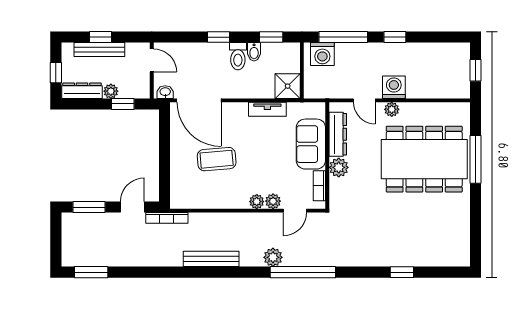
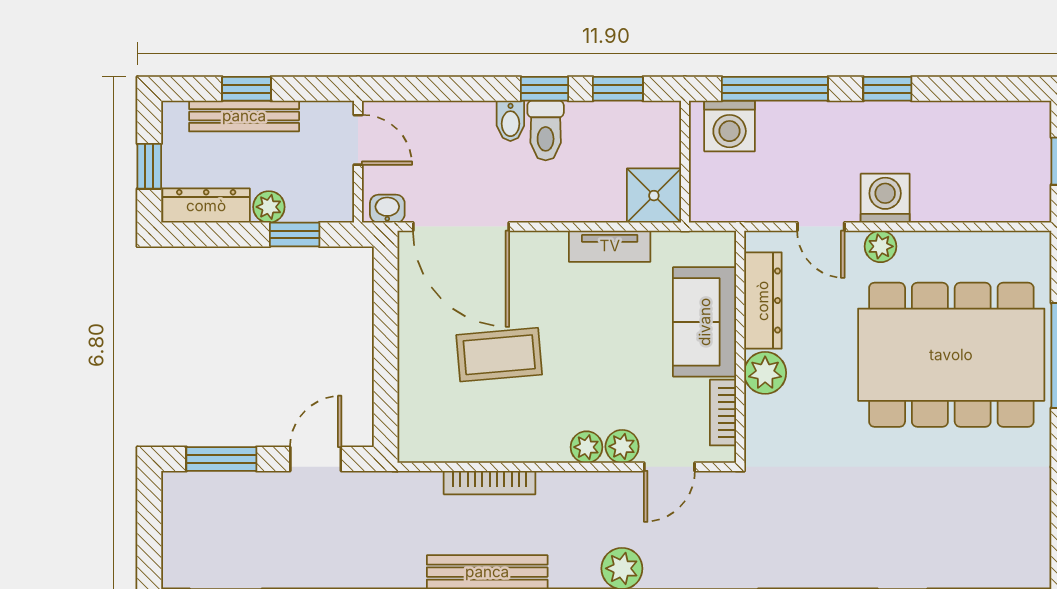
window: (218, 37) -> (544, 89), moved
bidet: (254, 52) -> (510, 121), moved
bookcase: (167, 218) -> (490, 483), moved

